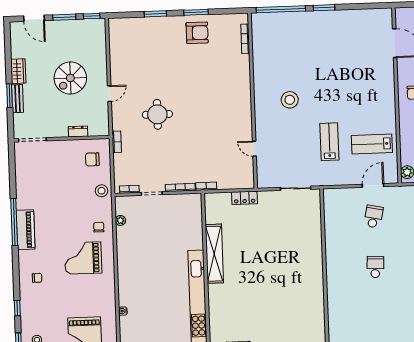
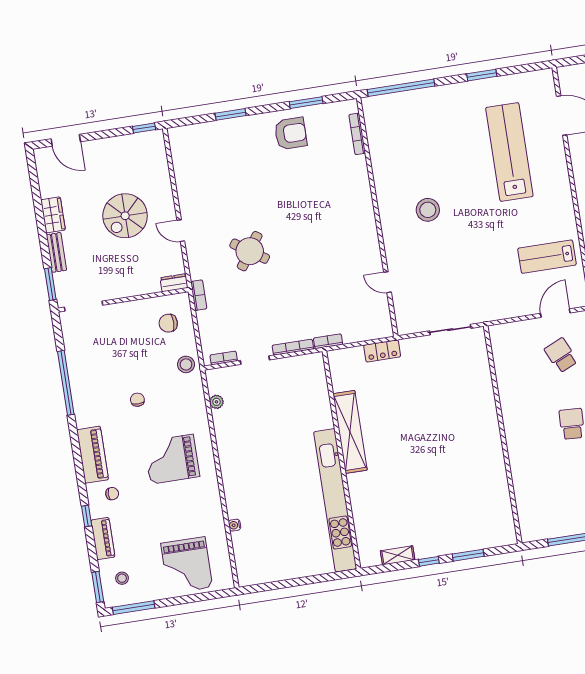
window: (324, 8) -> (482, 75), moved
window: (196, 12) -> (306, 103), moved
window: (64, 17) -> (107, 134), removed
door: (109, 94) -> (181, 231), swing flipped
window: (9, 96) -> (50, 284), moved
round table: (157, 114) -> (250, 251), turned 34
dresser: (78, 131) -> (174, 283), moved
lab bench: (329, 142) -> (509, 152), moved, width x1.86, depth x1.39
school desk: (374, 217) -> (561, 355), turned -36
window: (14, 222) -> (66, 383), moved
chair: (99, 227) -> (137, 400), moved
piano: (26, 230) -> (93, 455), moved
window: (17, 308) -> (87, 516), moved
piano: (26, 309) -> (103, 539), added

